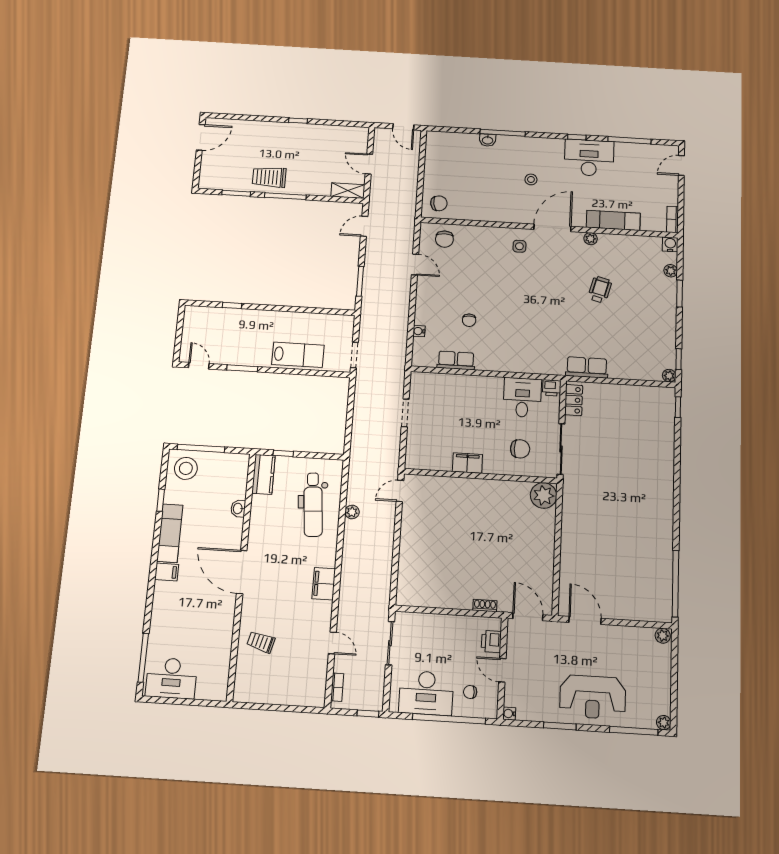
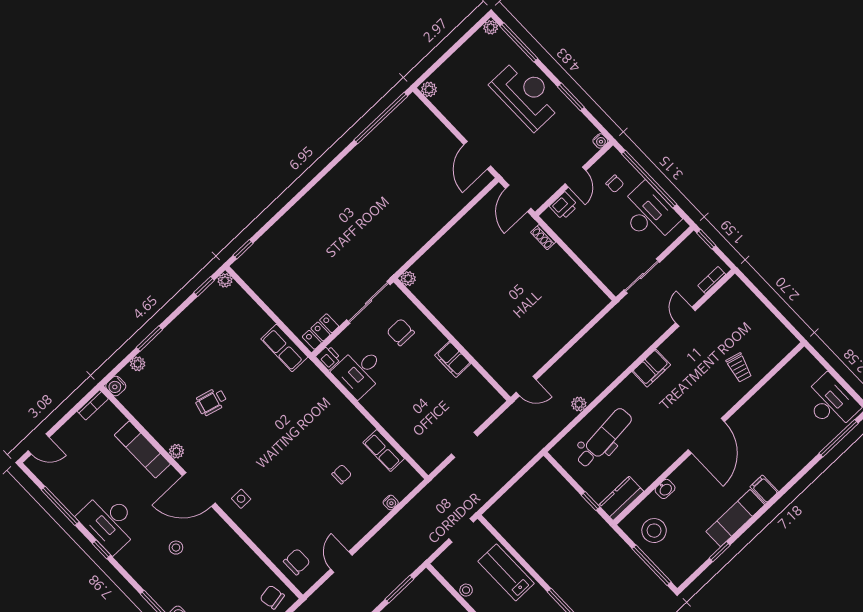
stool: (315, 320) -> (466, 590), added
stool: (186, 468) -> (654, 531), moved
plant: (544, 495) -> (408, 279), width x0.53, depth x0.53

